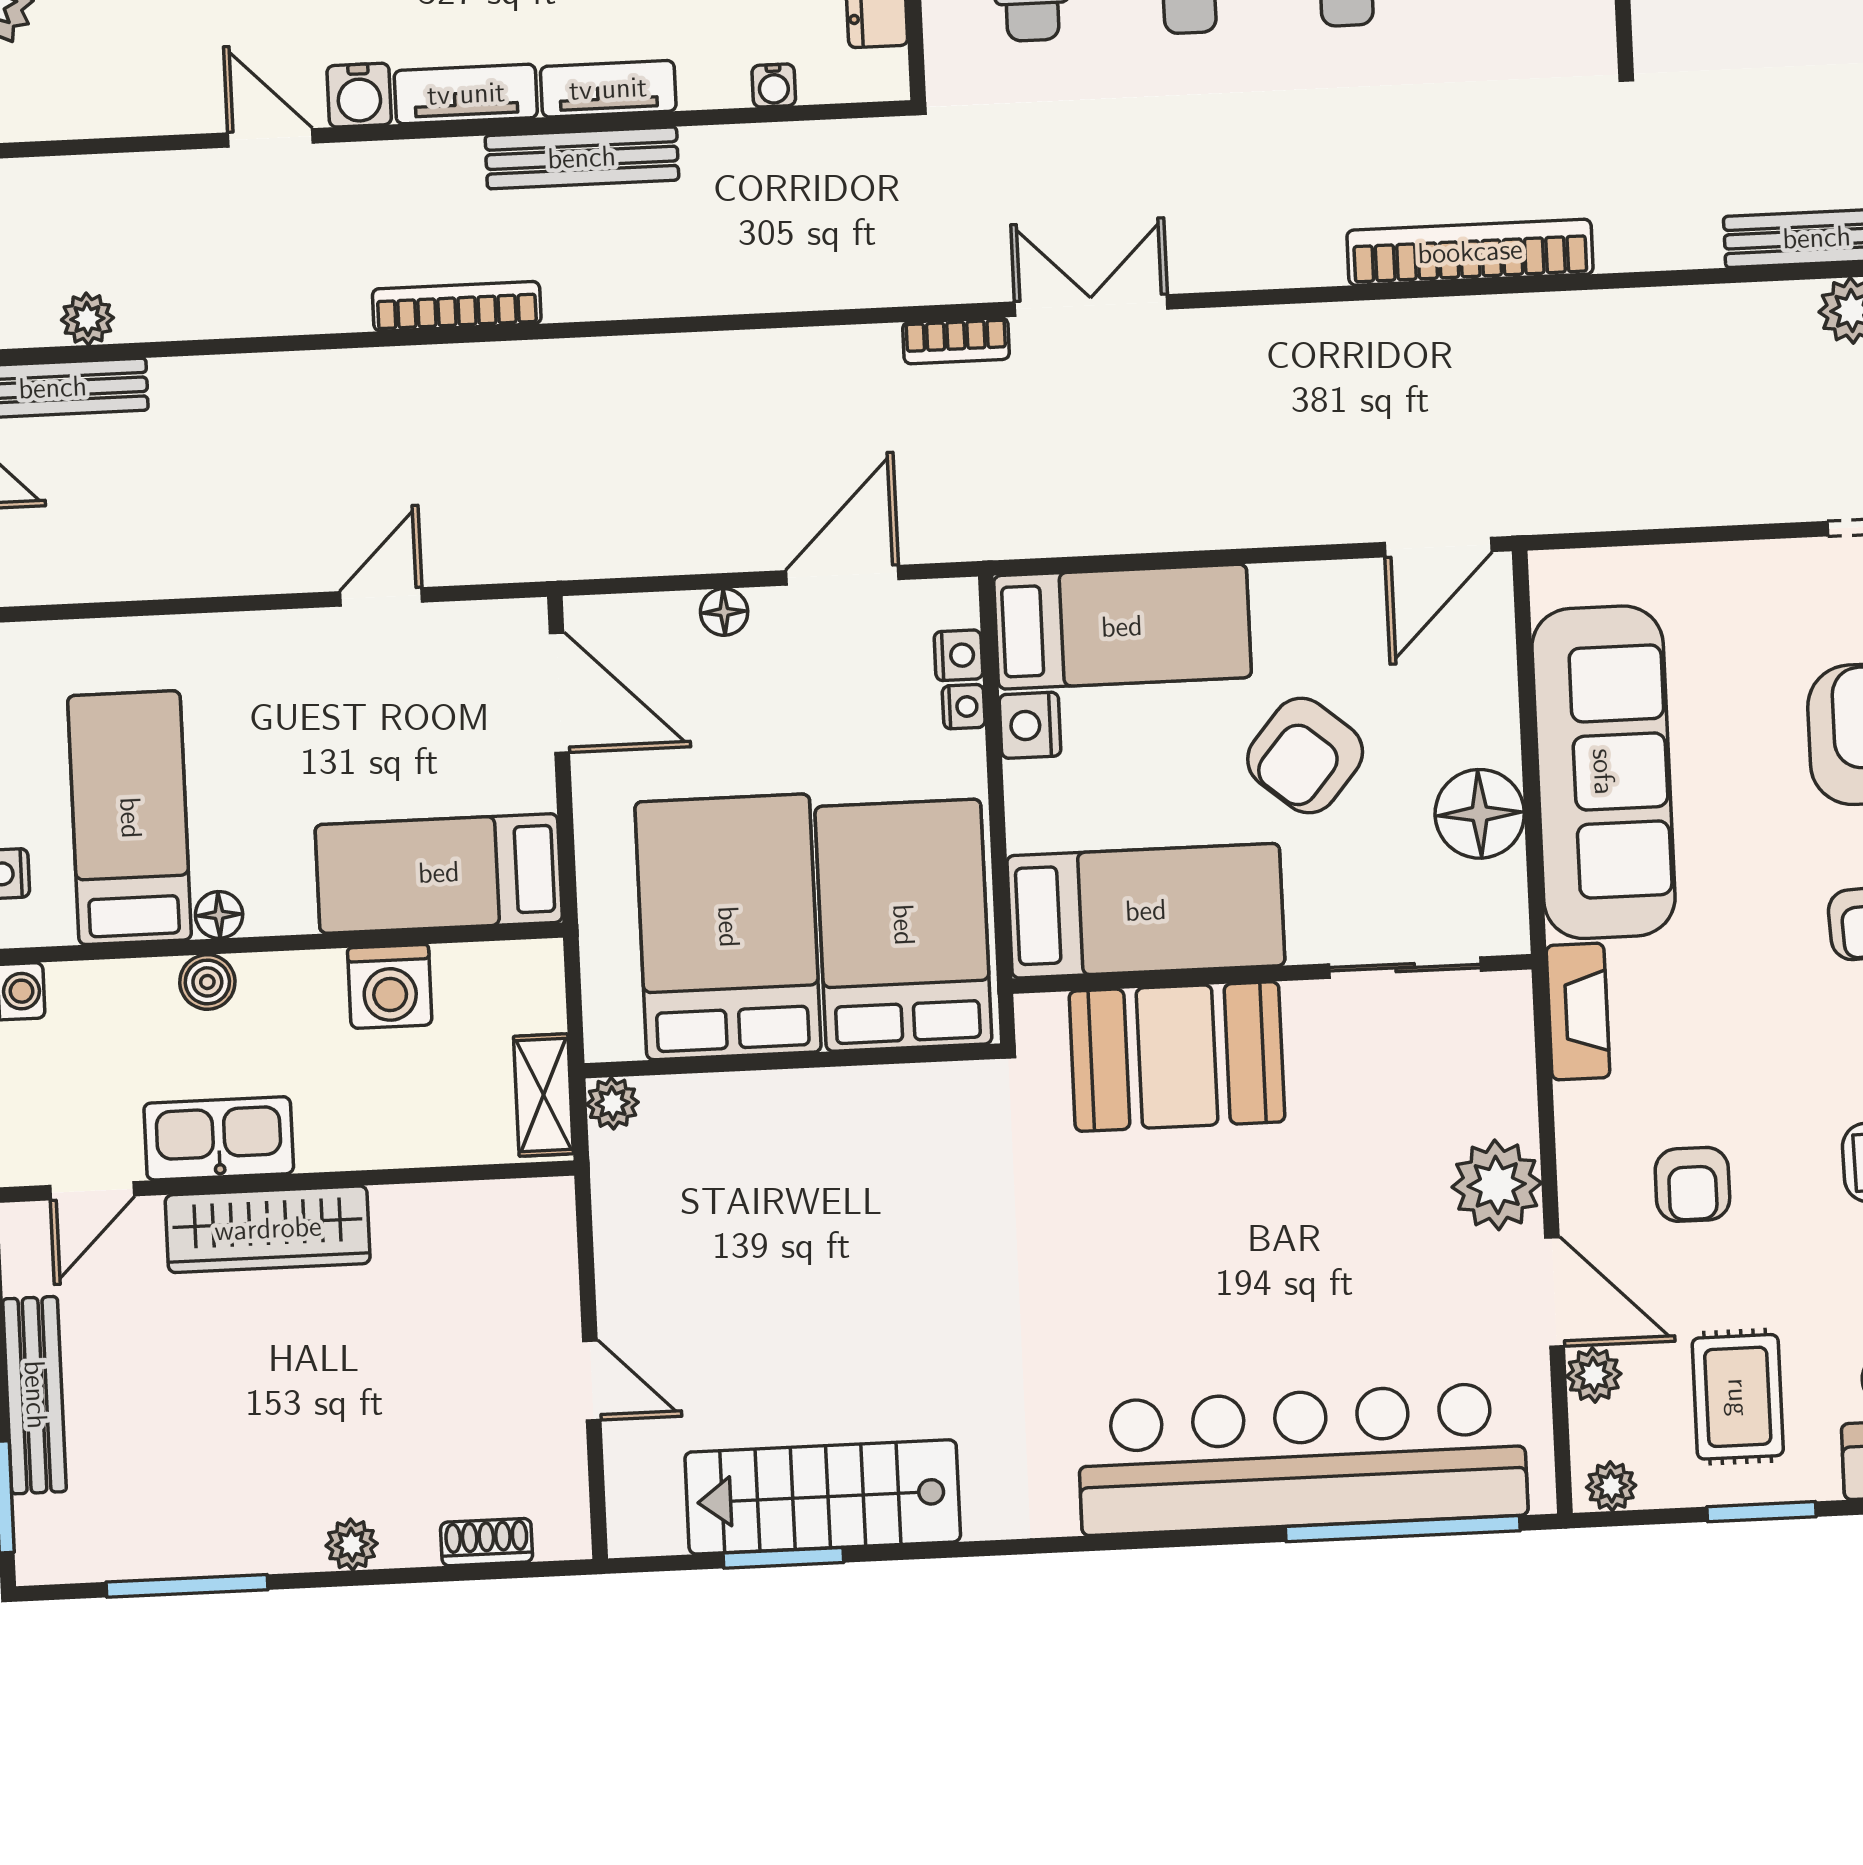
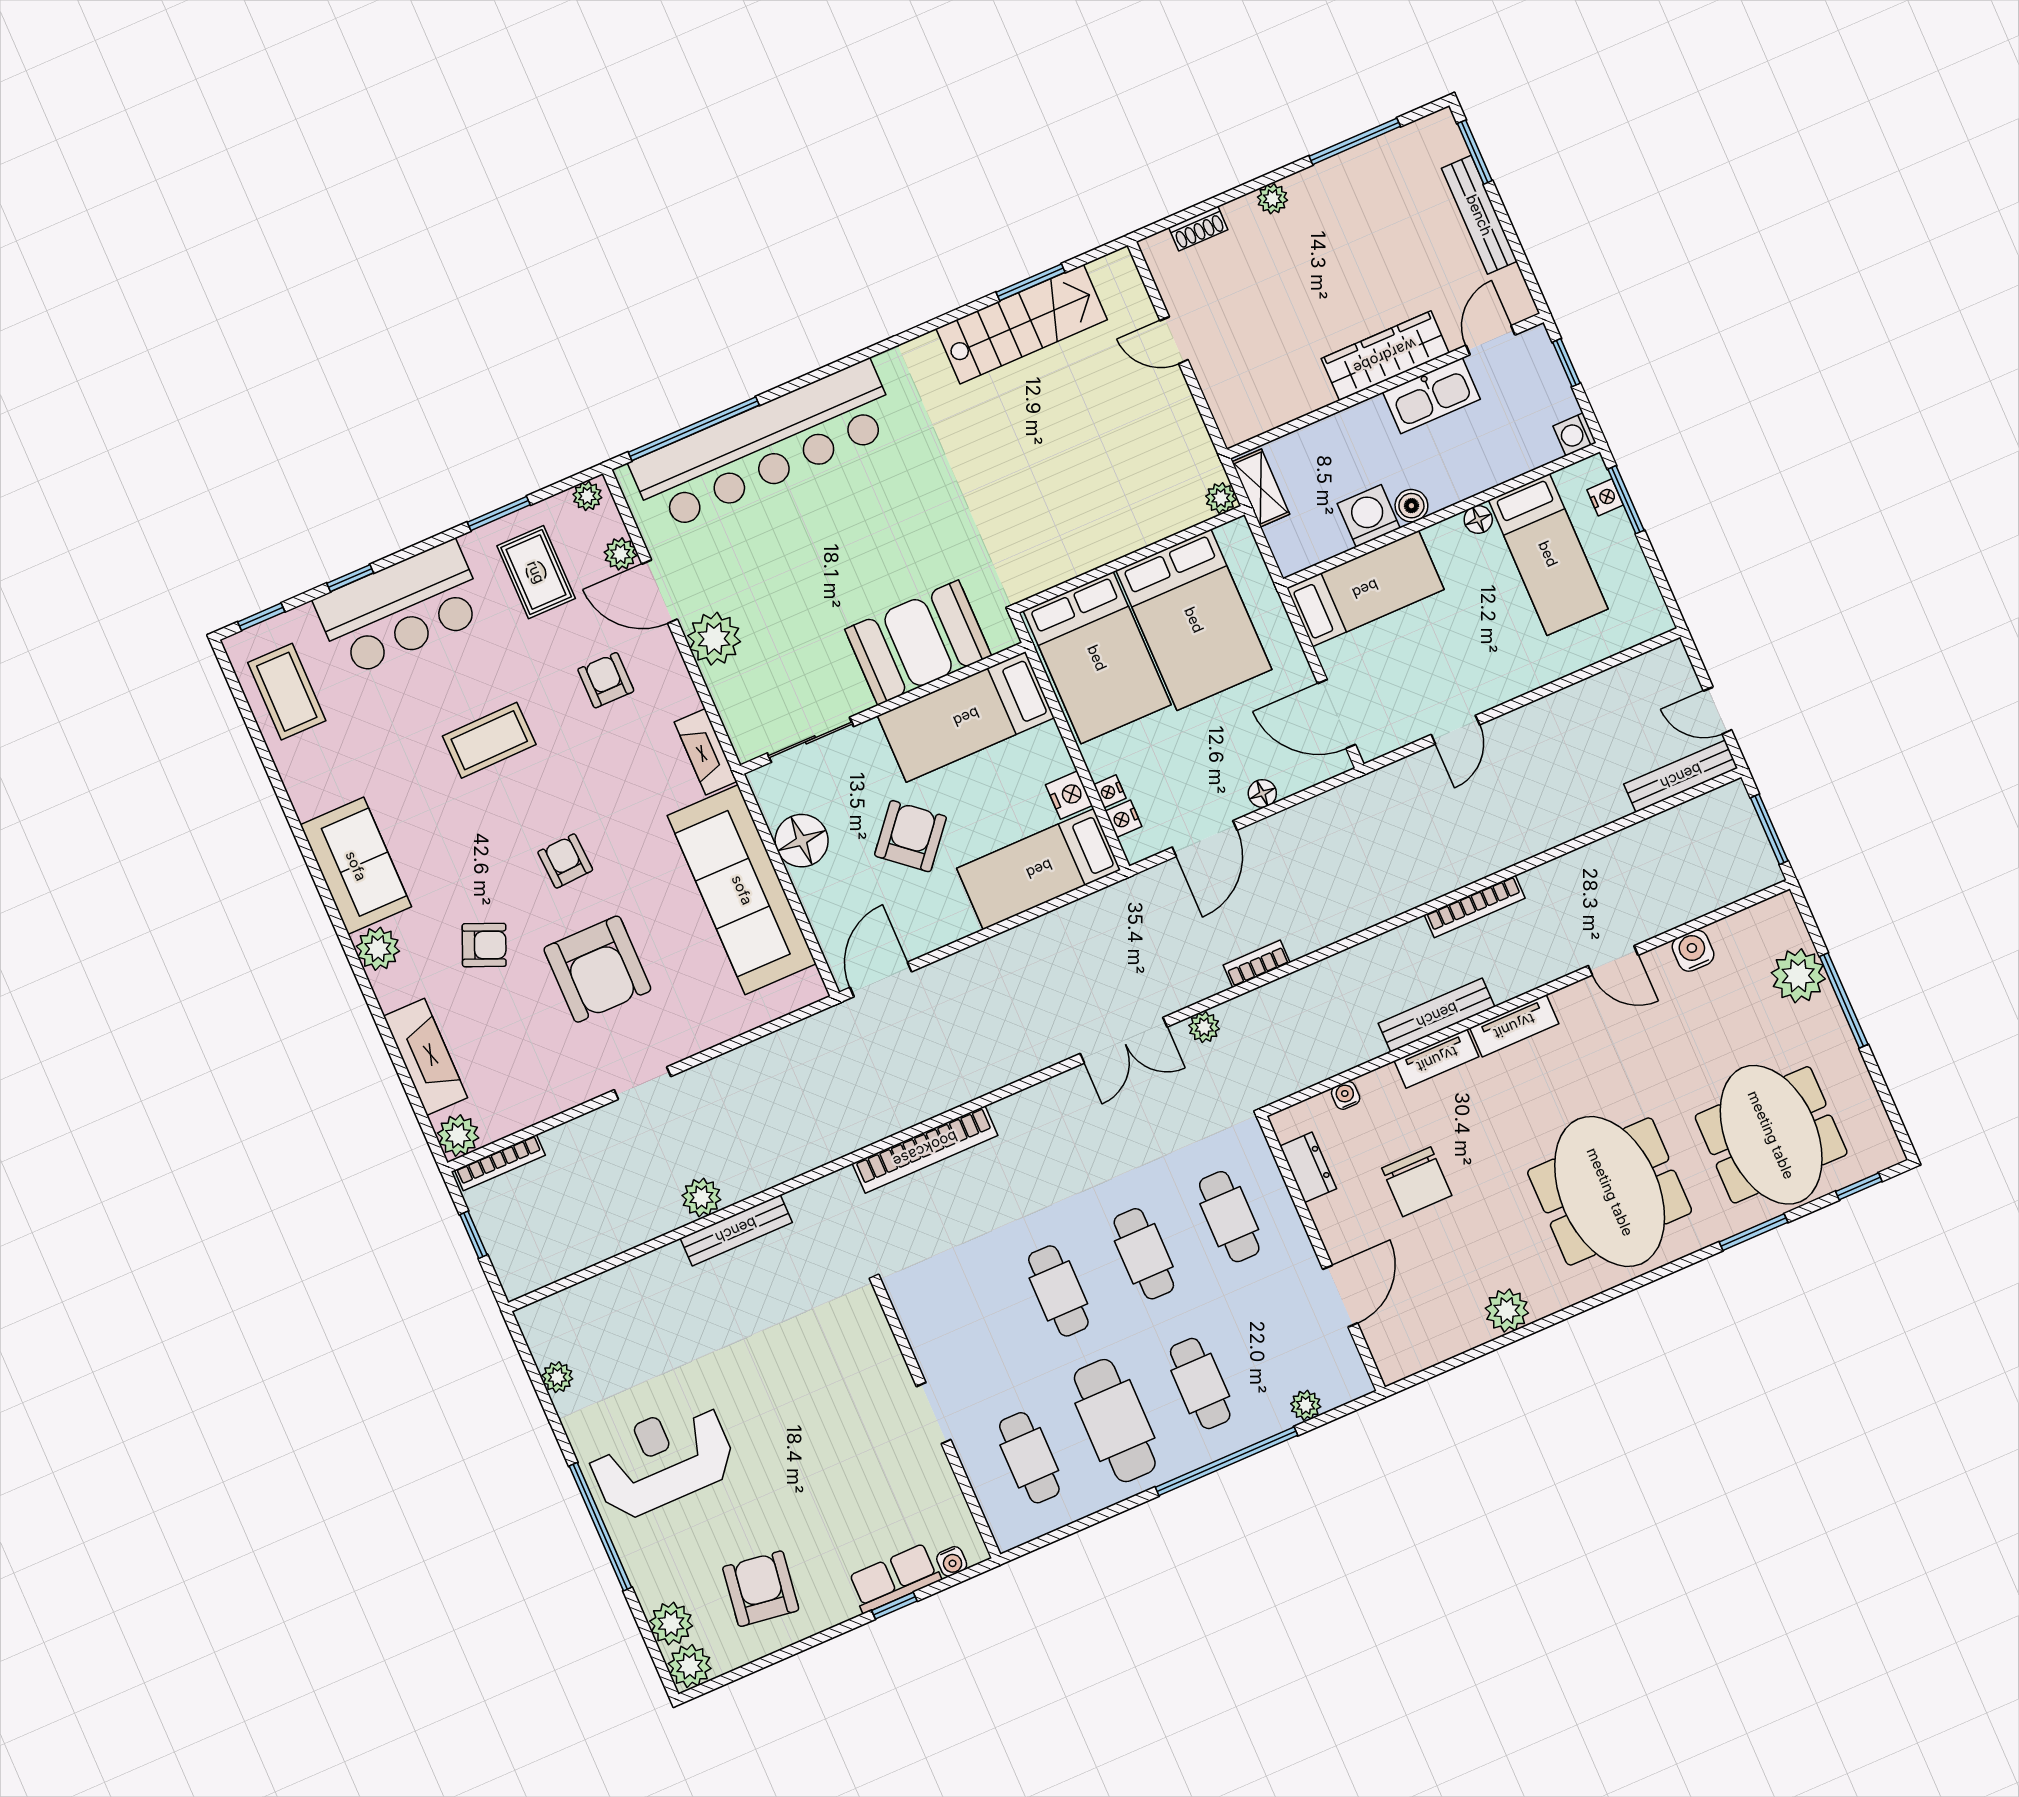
water cooler: (359, 95) -> (1693, 951), moved
plant: (87, 319) -> (1204, 1027), moved
bookcase: (956, 341) -> (1257, 964), moved
boiler: (207, 982) -> (1411, 506), moved

